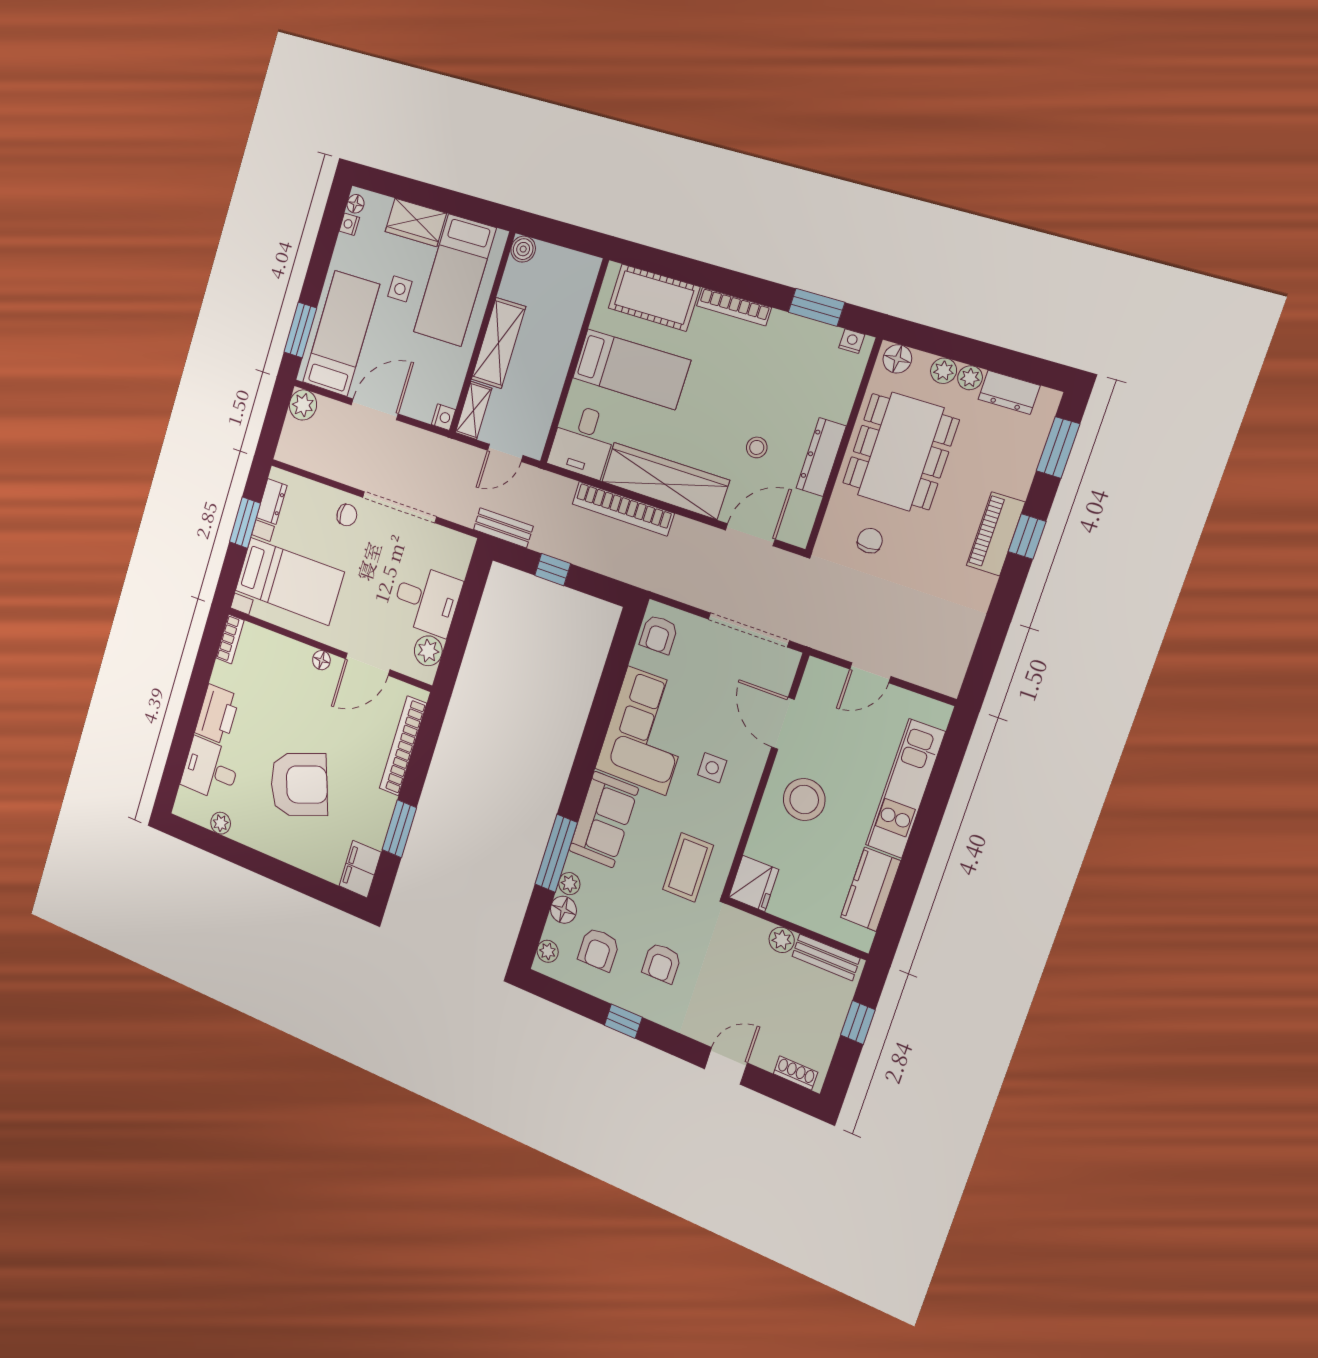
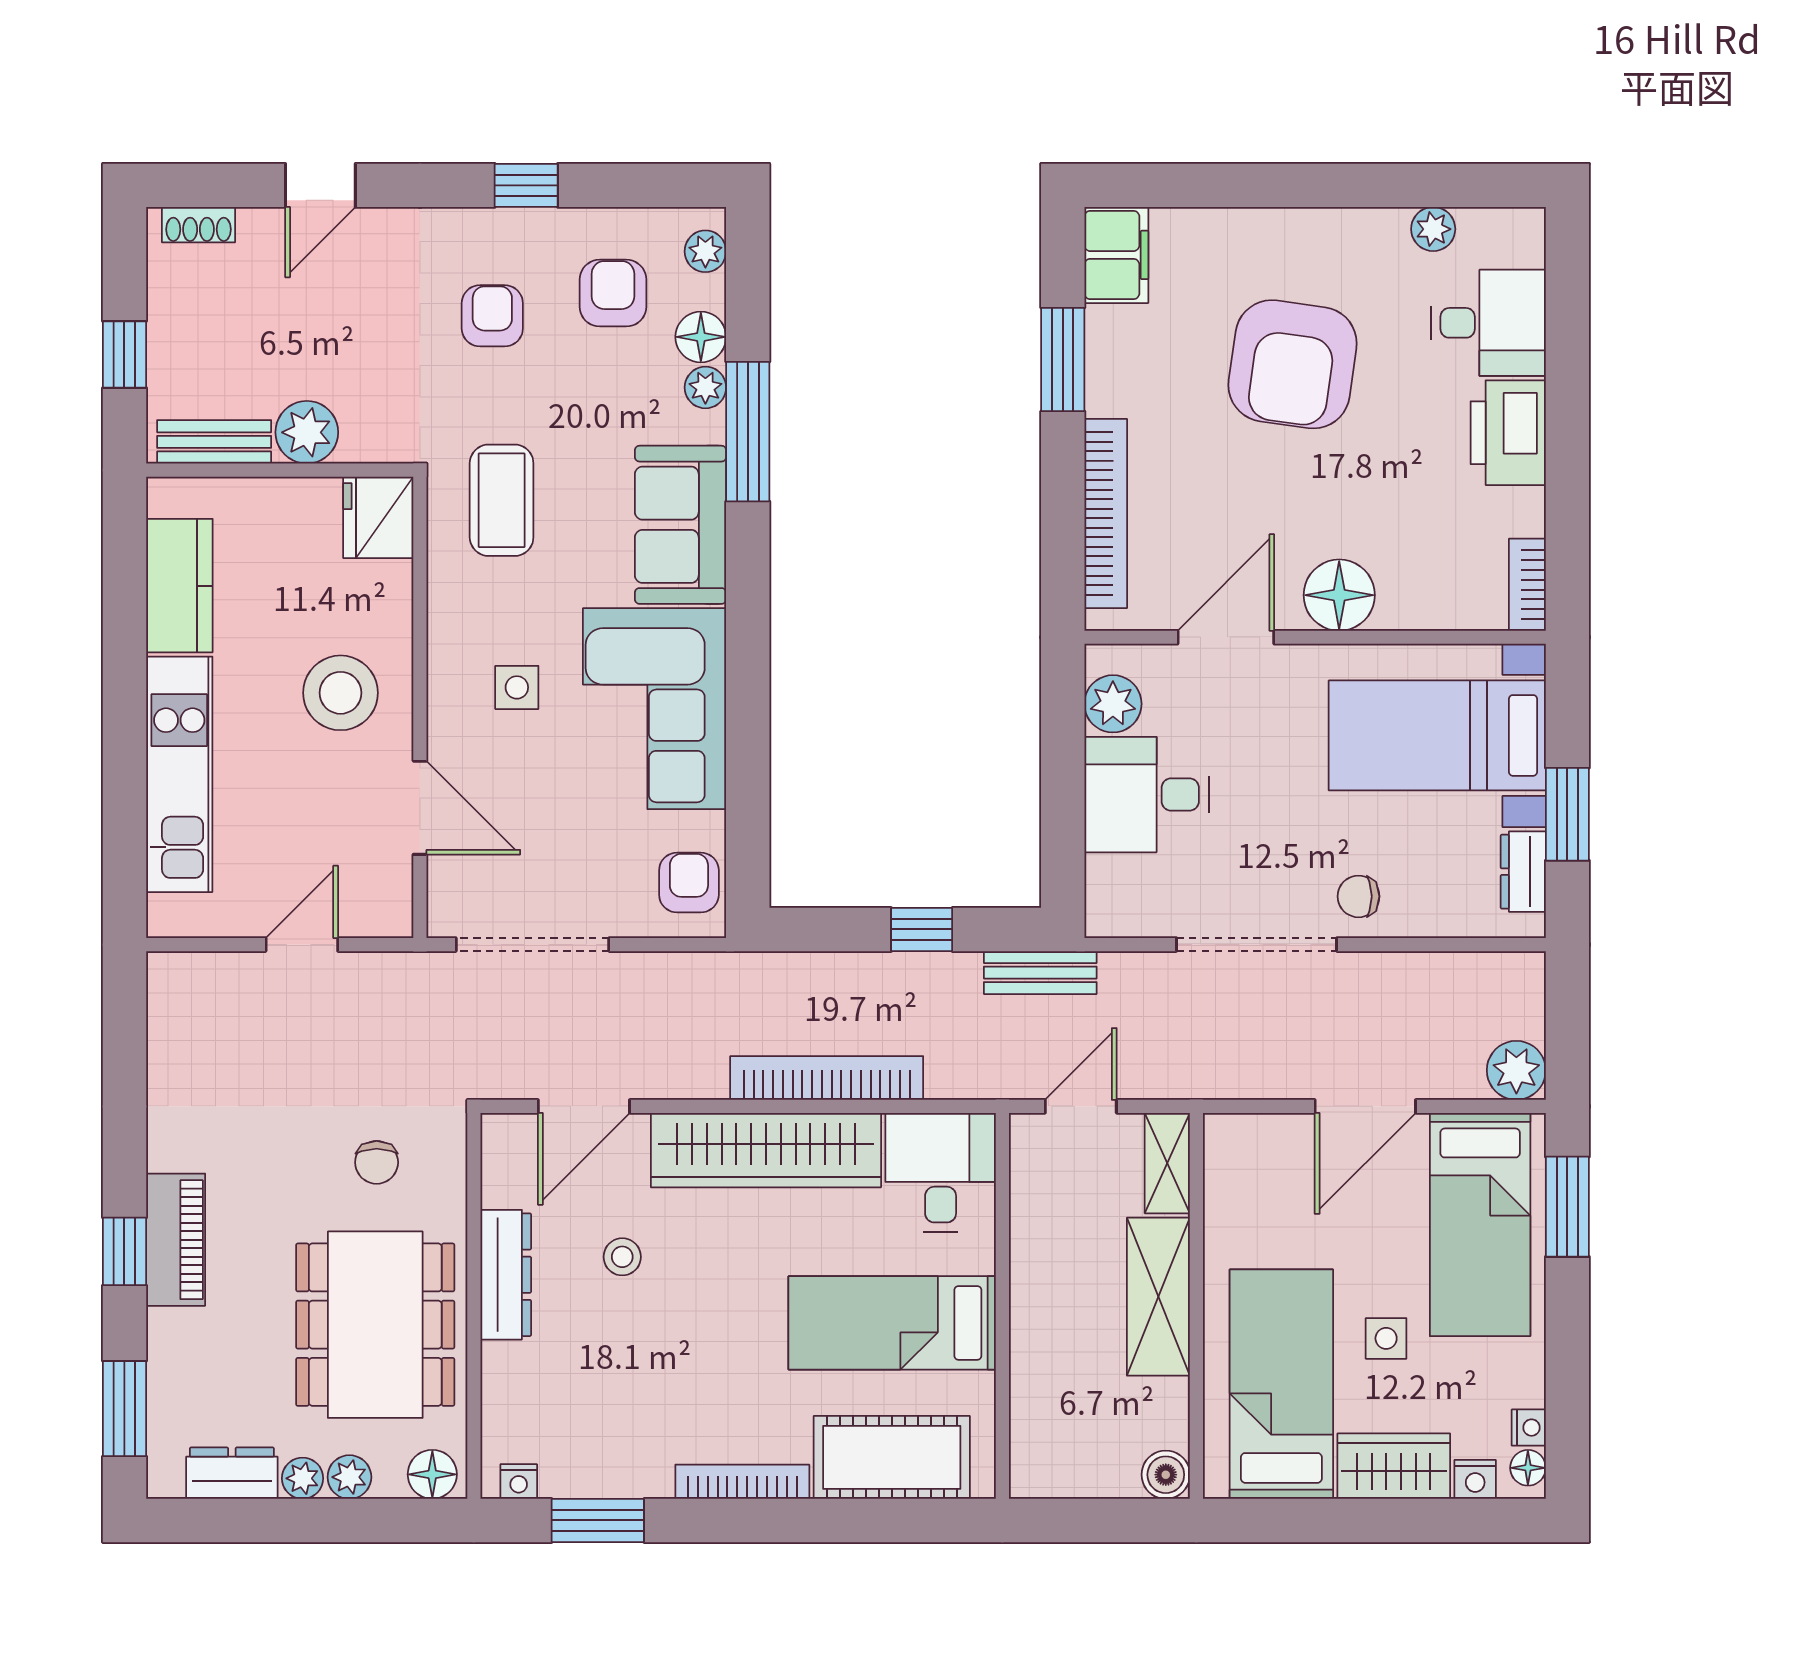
nightstand: (444, 417) -> (1475, 1479), moved, turned -90
floor lamp: (321, 660) -> (1339, 595), width x1.89, depth x1.89
armchair: (299, 784) -> (1293, 364), turned -62
plant: (782, 940) -> (307, 432), width x1.38, depth x1.38

